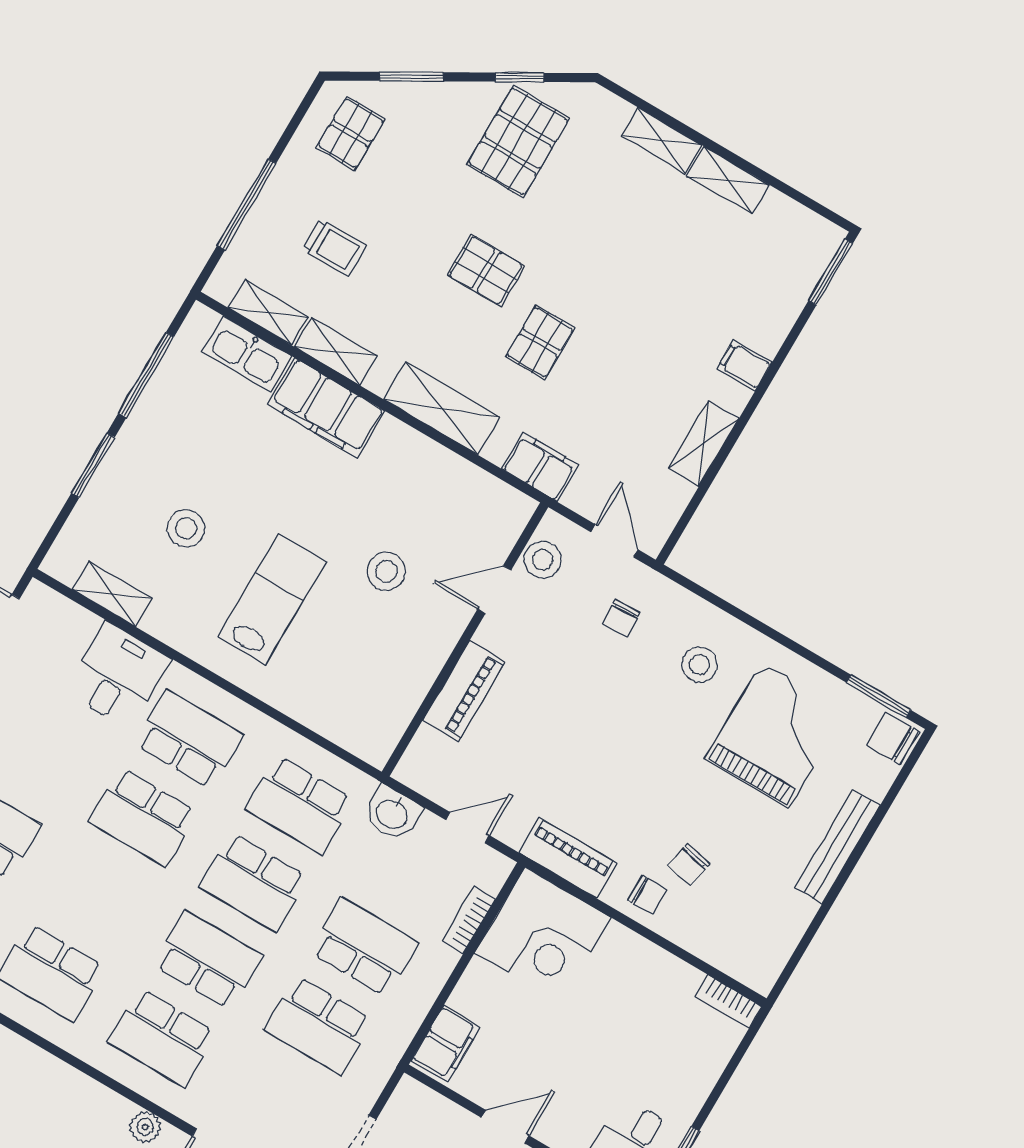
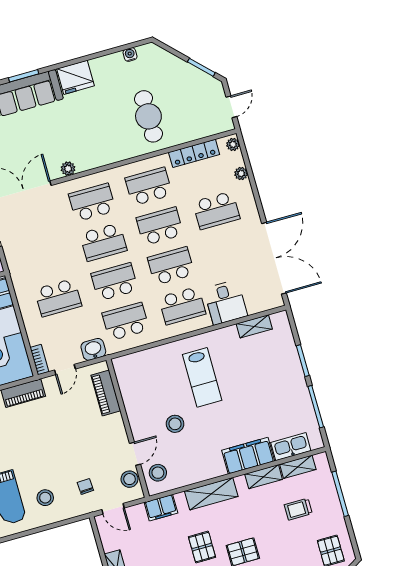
stool: (186, 528) -> (158, 473), moved
piano: (464, 691) -> (106, 393), moved
bookcase: (469, 920) -> (39, 360), moved
school desk: (318, 1025) -> (160, 226), moved

